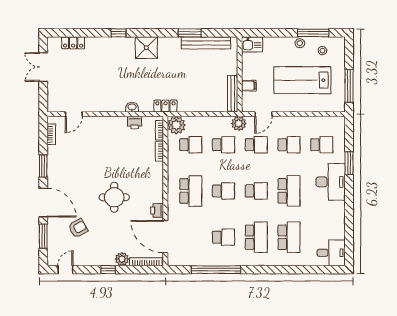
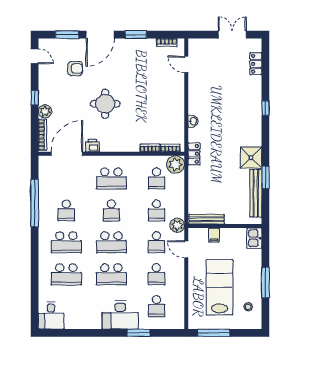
window: (313, 33) -> (265, 282), moved
stool: (300, 43) -> (255, 285), removed
shower: (146, 48) -> (251, 158), moved
printer: (135, 122) -> (178, 124), removed
school desk: (256, 191) -> (111, 242), width x1.85
armchair: (78, 228) -> (75, 68), turned -61

